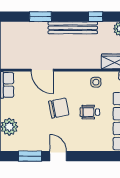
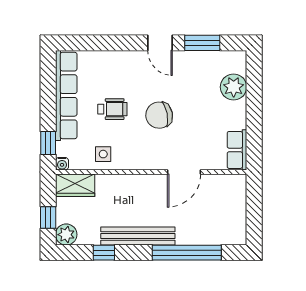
window: (40, 17) -> (187, 253), width x2.11
door: (42, 70) -> (184, 172), swing flipped

